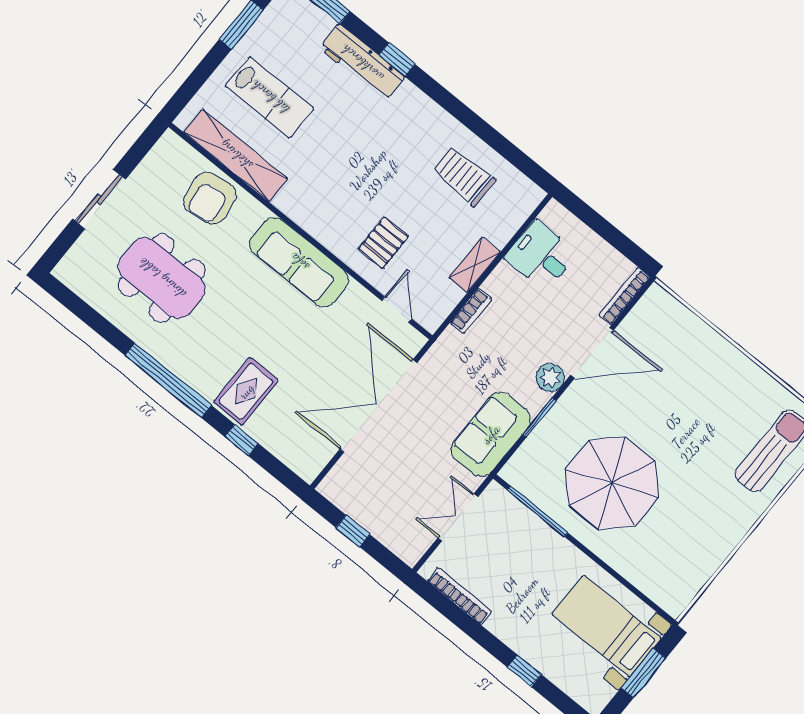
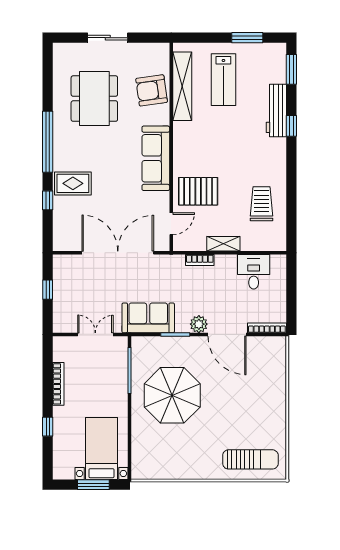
pallet: (383, 243) -> (198, 191), width x1.50, depth x1.42
bookcase: (460, 596) -> (58, 384), moved

